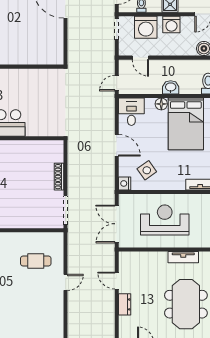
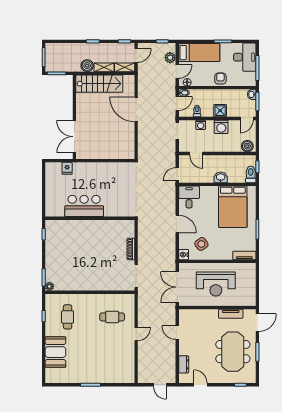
washing machine: (146, 27) -> (201, 125), width x0.53, depth x0.53
floor lamp: (161, 104) -> (213, 191), removed
reception desk: (165, 220) -> (216, 284), turned 180
dresser: (125, 304) -> (184, 364), moved

